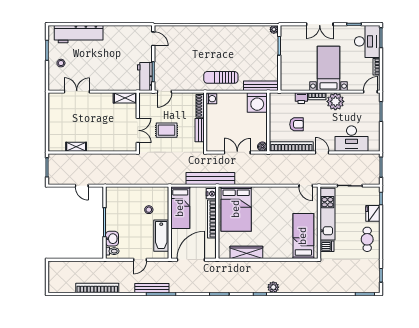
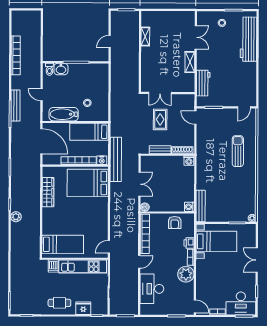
bed with nightstands: (329, 68) -> (216, 241), moved
workbench: (145, 76) -> (203, 83), moved, turned 90
sun lounger: (221, 77) -> (238, 151), moved
shelving: (125, 98) -> (190, 62), moved
washing machine: (257, 103) -> (189, 207), width x0.53, depth x0.53
armchair: (297, 124) -> (175, 222), moved

